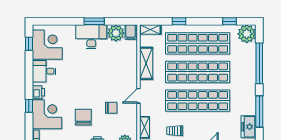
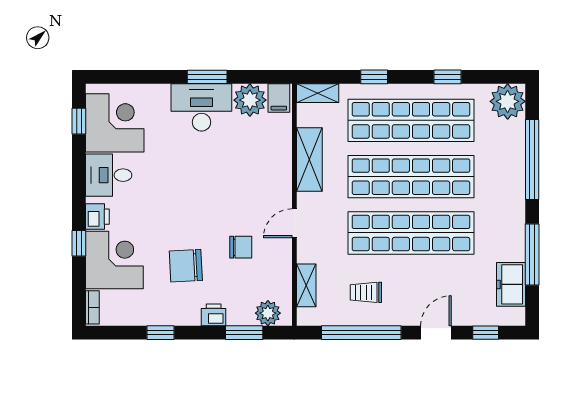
window: (230, 21) -> (448, 77), moved
chair: (83, 117) -> (186, 266), turned -93

